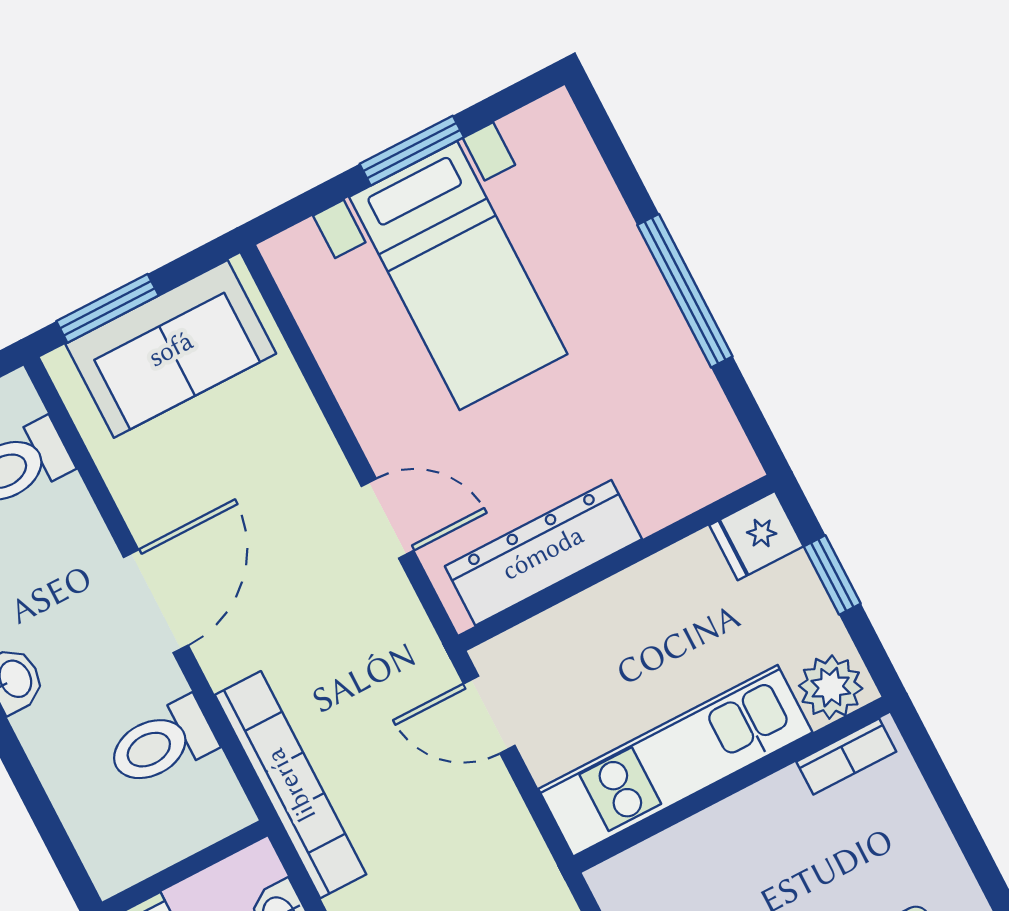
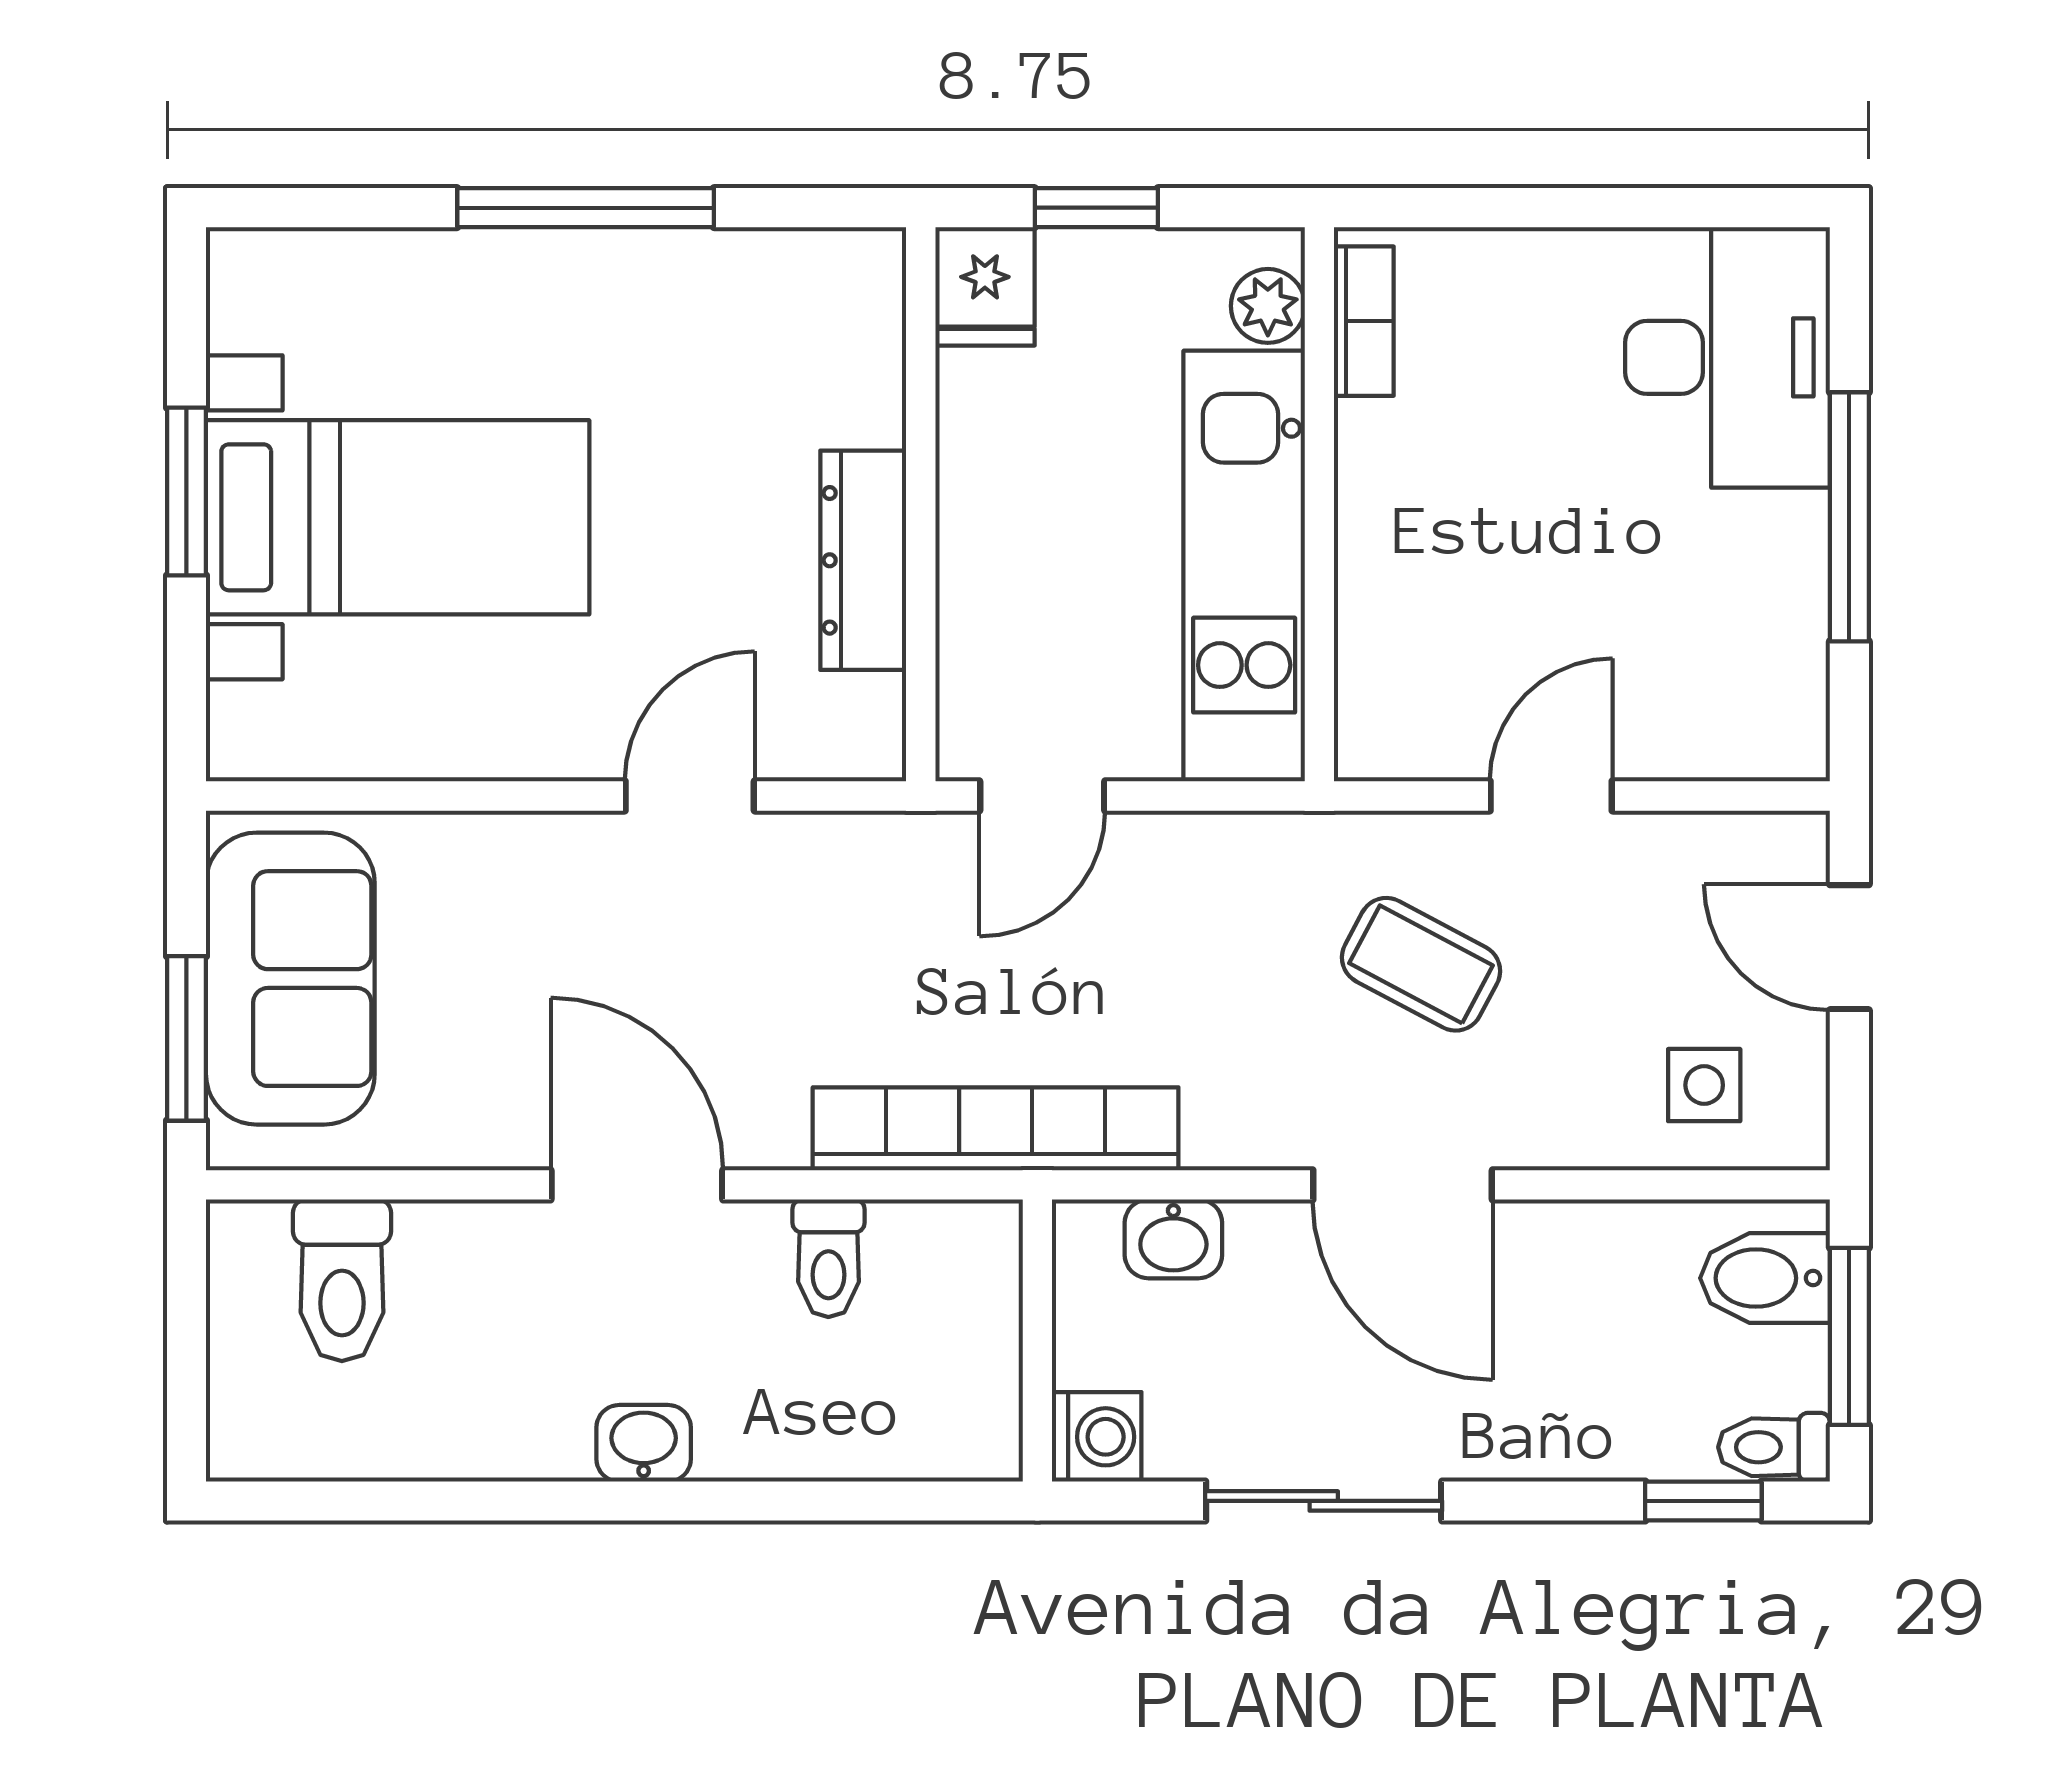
dresser: (543, 553) -> (863, 560), width x0.73, depth x0.80
plant: (831, 687) -> (1268, 306), width x0.73, depth x0.73
toilet: (162, 743) -> (828, 1258), width x0.73, depth x0.72

